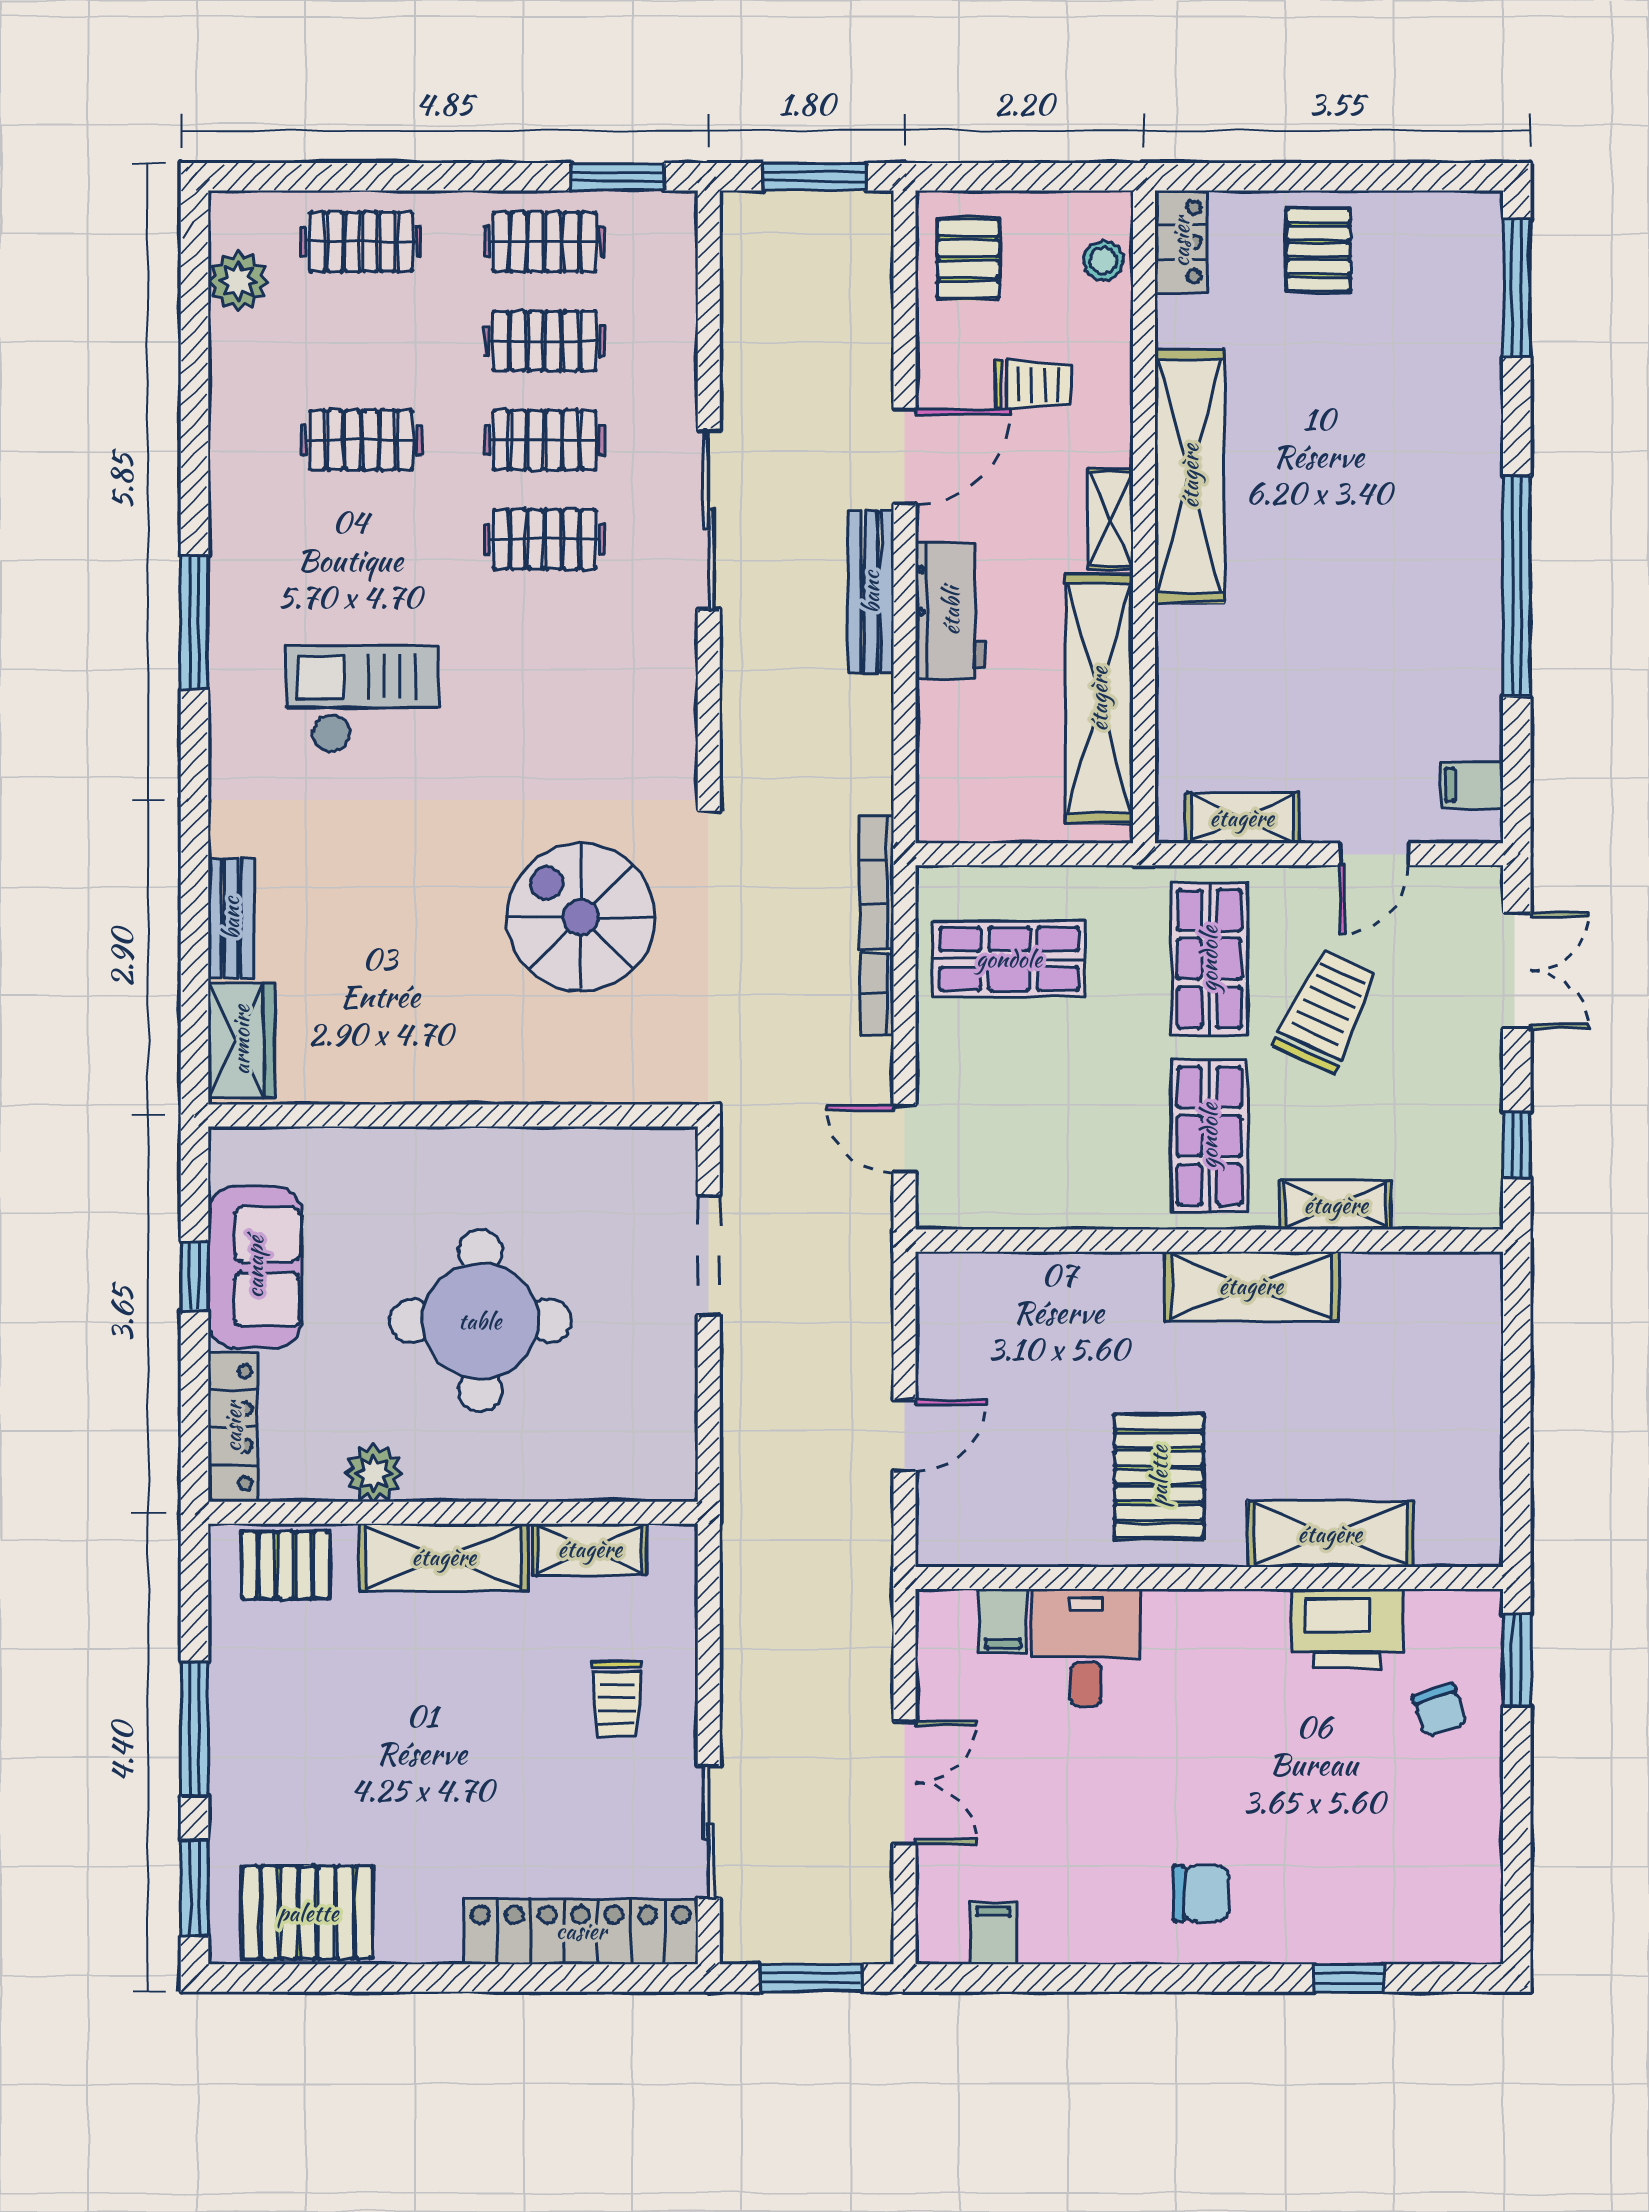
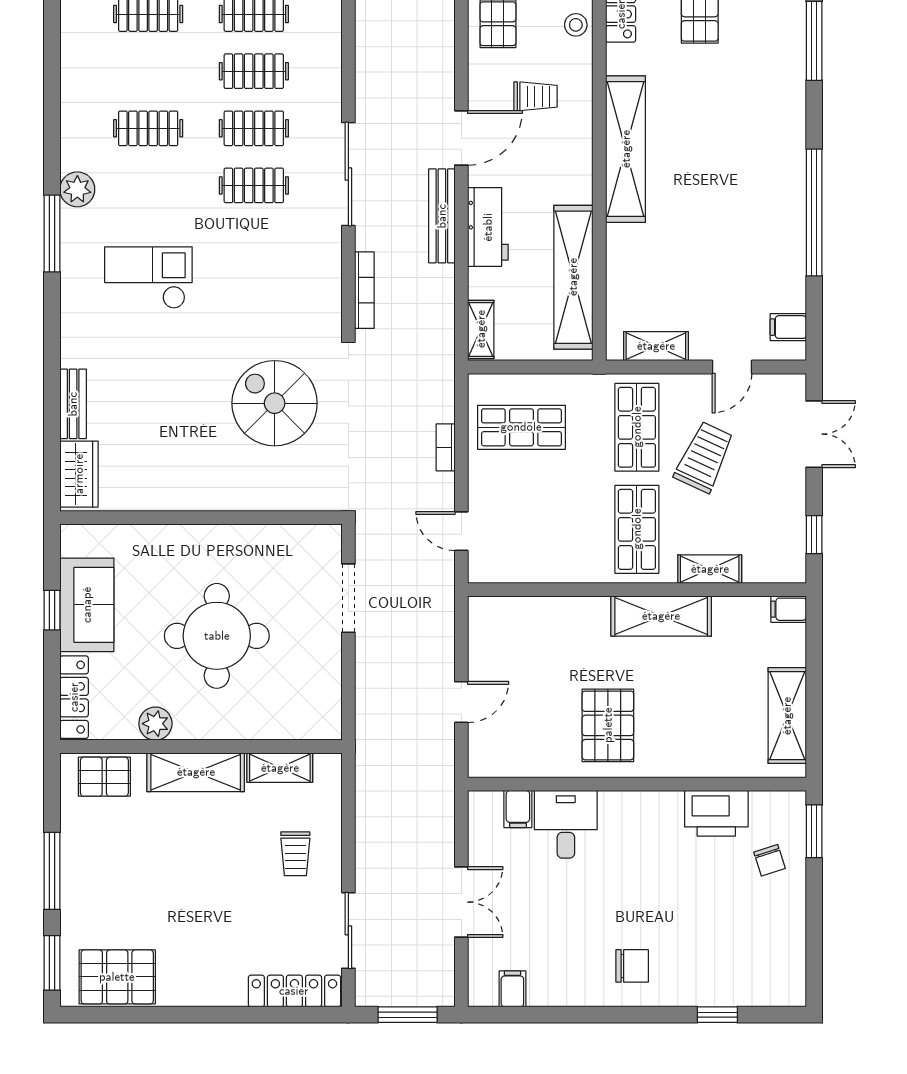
plant: (238, 281) -> (77, 189), moved
shelving: (1110, 519) -> (481, 329), moved
bookcase: (877, 882) -> (364, 290), moved, turned 180
filing cabinet: (1473, 1274) -> (789, 609), added
shelving: (1330, 1534) -> (787, 716), moved, turned 90
locker: (581, 1931) -> (294, 991), width x0.71, depth x0.83

